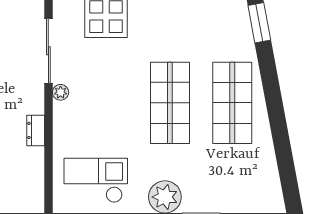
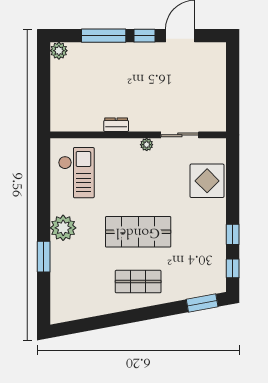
sliding door: (48, 51) -> (180, 135), width x0.73
shop shelf: (232, 103) -> (138, 282), width x0.70, depth x0.74

